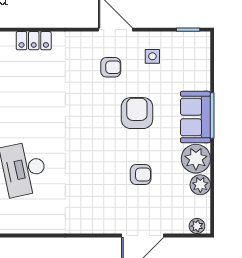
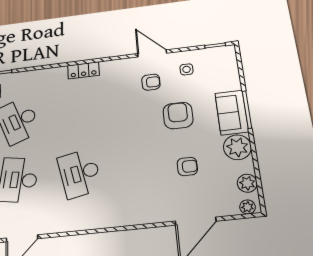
plant: (200, 185) -> (247, 183), moved

